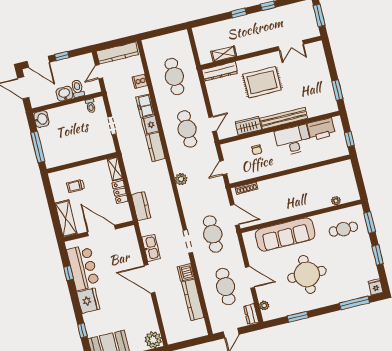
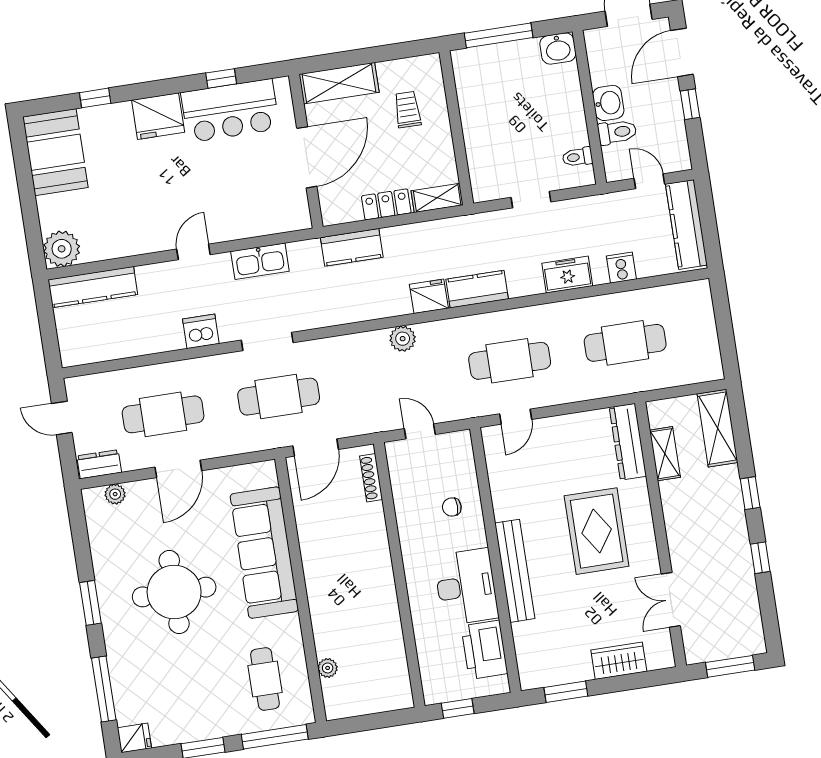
shelving: (210, 31) -> (717, 428), added
door: (213, 124) -> (516, 417), hinge flipped
fridge: (150, 125) -> (429, 296), moved
wardrobe: (248, 126) -> (619, 661), moved, turned -90
window: (370, 222) -> (275, 737), width x1.44
door: (149, 279) -> (193, 252), width x0.53
kitchen counter: (193, 300) -> (93, 287), moved, turned 180
window: (298, 317) -> (90, 603), moved

